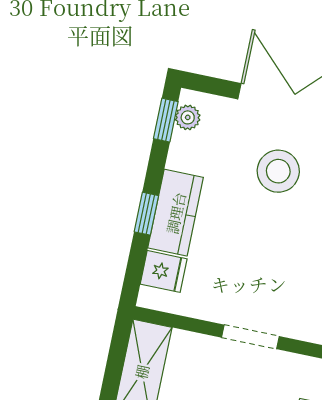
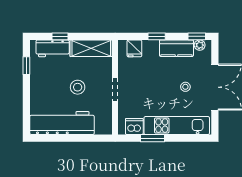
stool: (278, 171) -> (185, 87), width x0.53, depth x0.53
kitchen counter: (176, 213) -> (176, 48), moved

